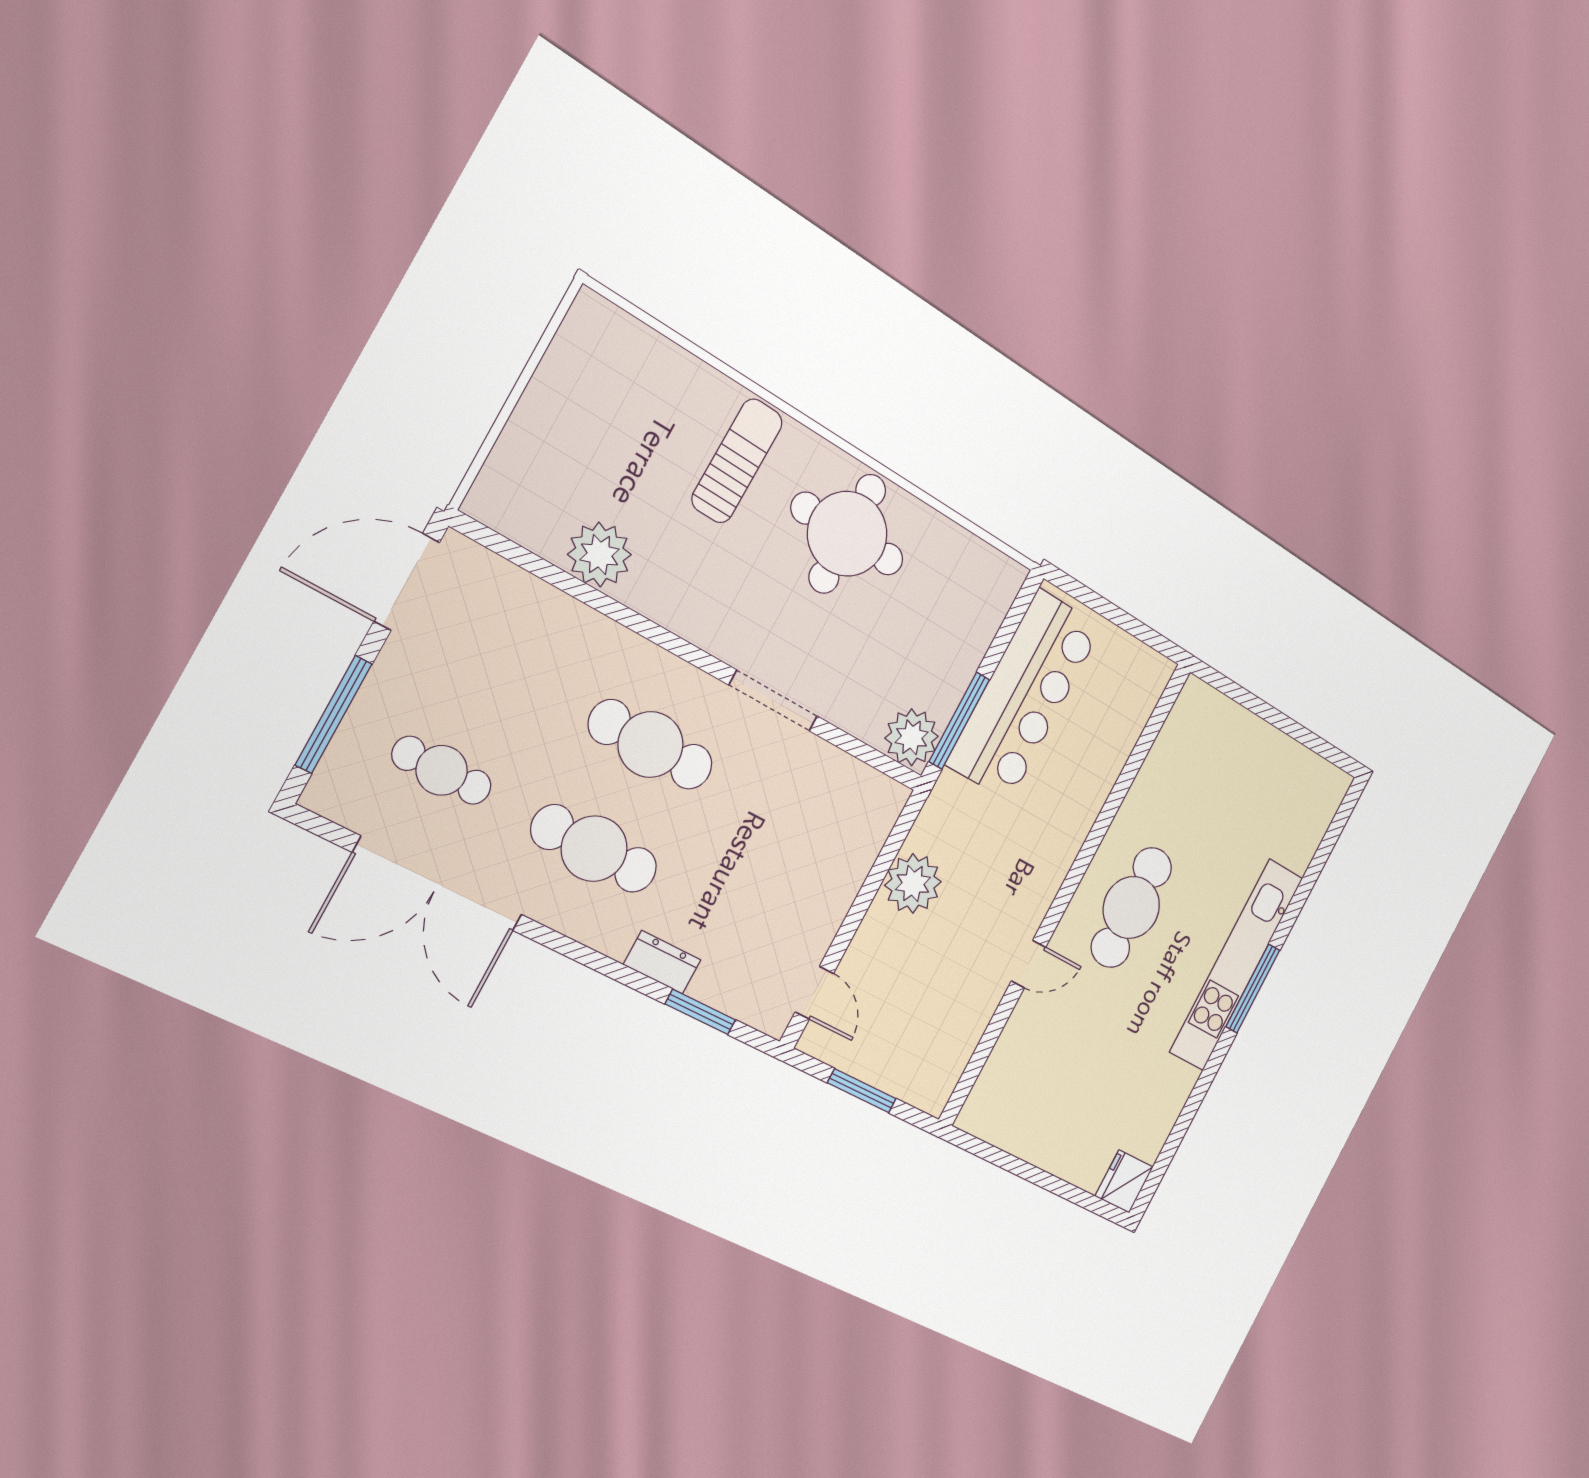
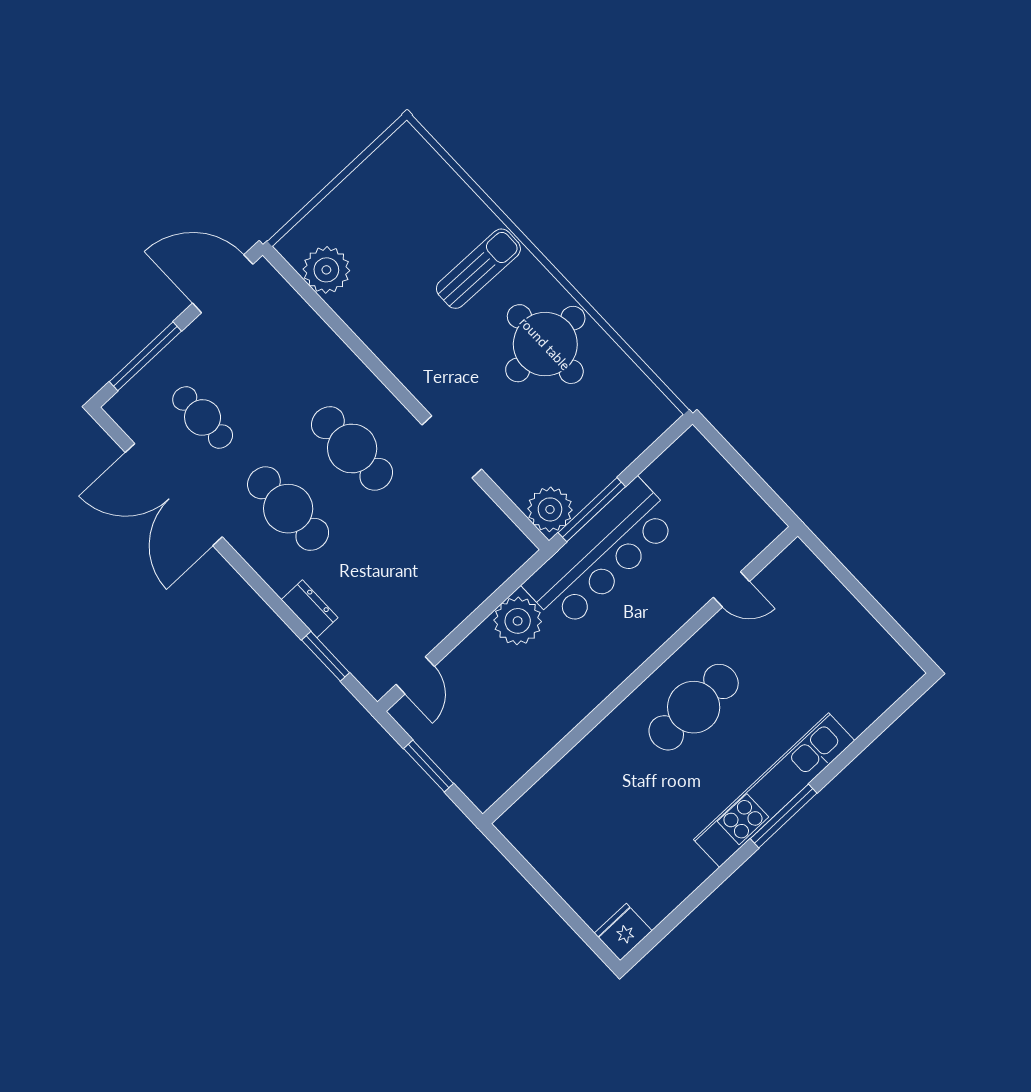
plant: (600, 555) -> (326, 270), moved
bar counter: (1024, 695) -> (601, 554), moved
door: (1028, 964) -> (731, 589), moved

